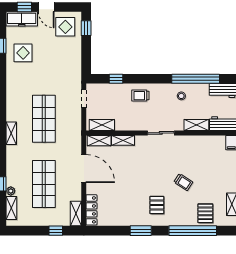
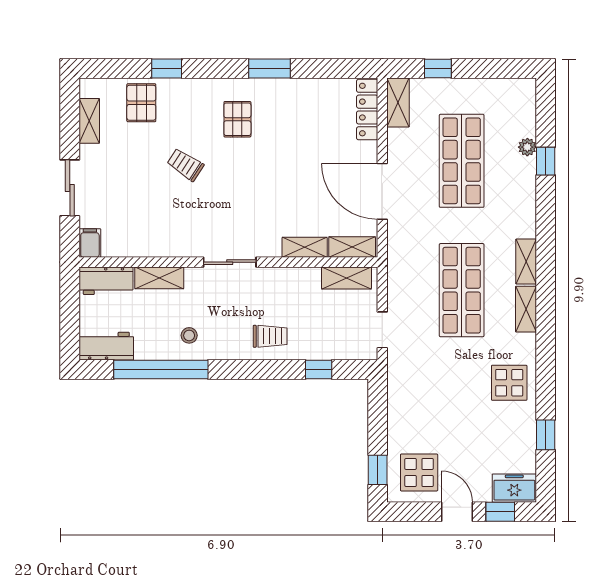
freezer: (22, 19) -> (514, 488), width x0.71
display table: (23, 53) -> (509, 383), moved
shelving: (11, 208) -> (526, 309), moved
window: (193, 231) -> (167, 69), width x0.32

